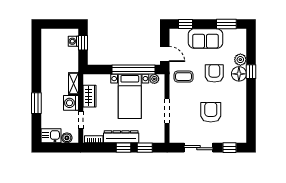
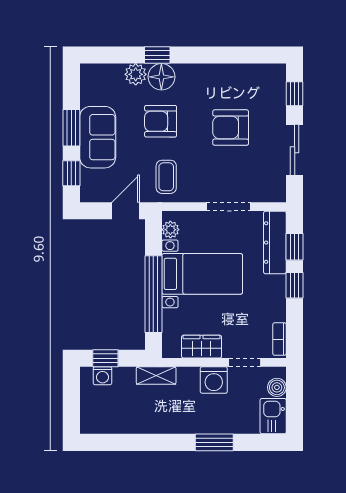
window: (226, 24) -> (71, 128), moved
window: (133, 69) -> (153, 294), moved
shelving: (73, 84) -> (156, 376), moved
dresser: (121, 137) -> (275, 243), moved

